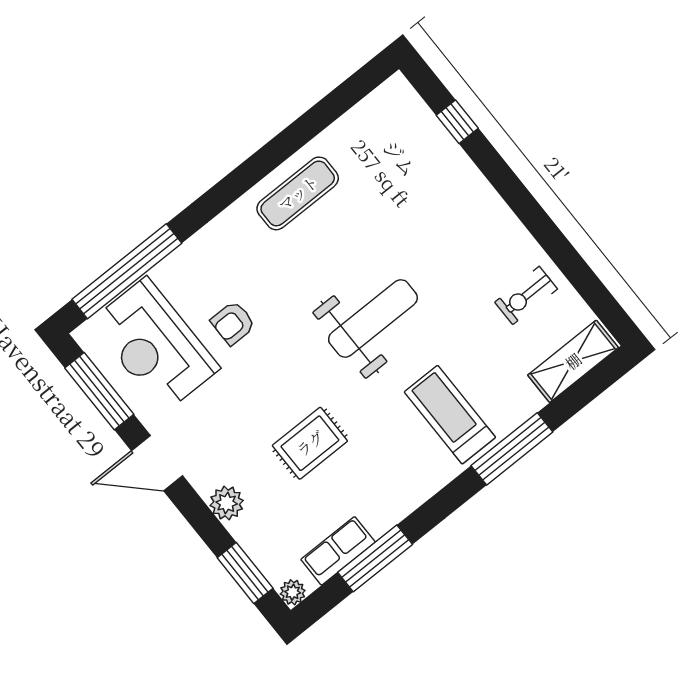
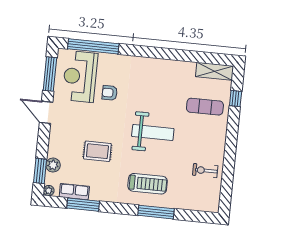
exercise mat: (298, 193) -> (205, 107), moved
shelving: (573, 361) -> (215, 71), moved
treadmill: (450, 415) -> (148, 184), turned 90
plant: (227, 503) -> (53, 165), moved

